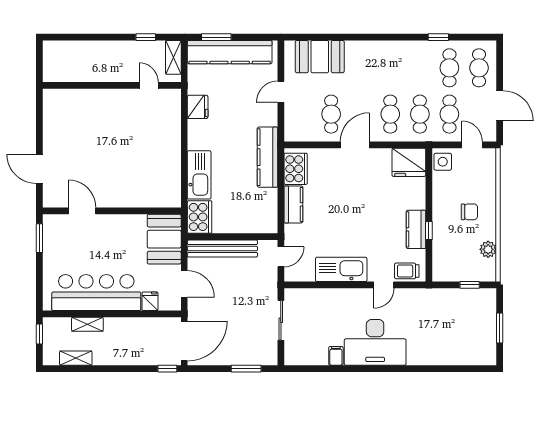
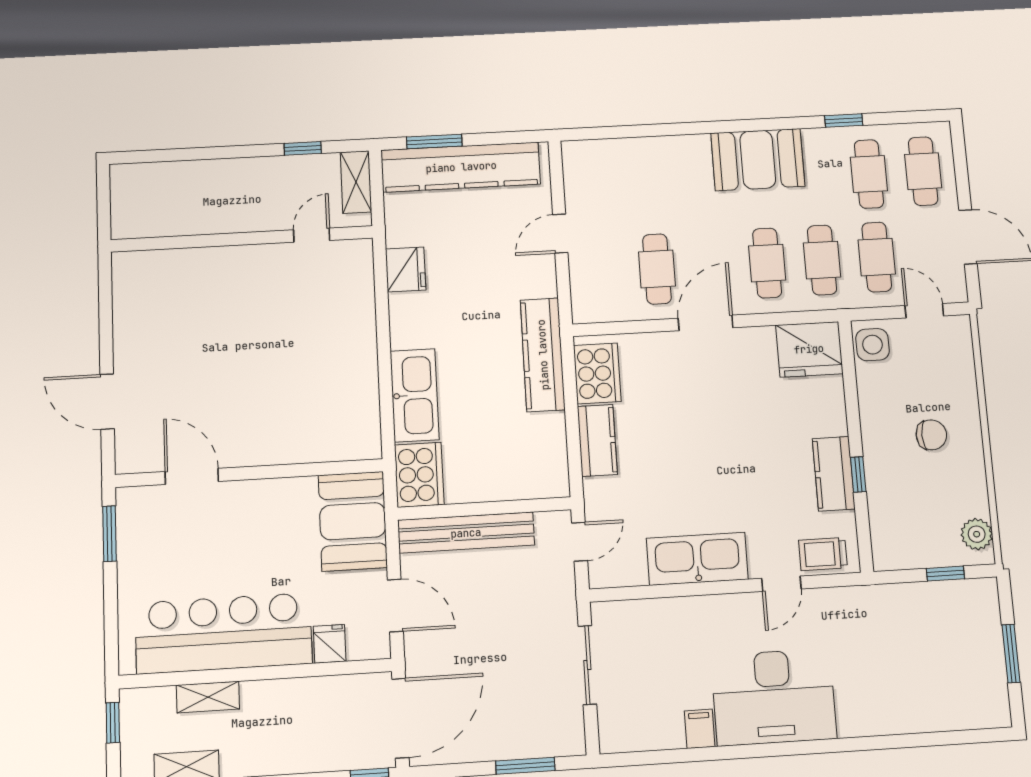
booth: (320, 57) -> (758, 160), moved
door: (149, 85) -> (312, 235), hinge flipped
plant: (488, 249) -> (977, 534), moved

